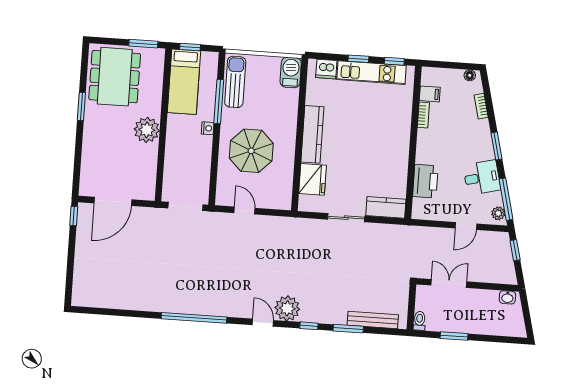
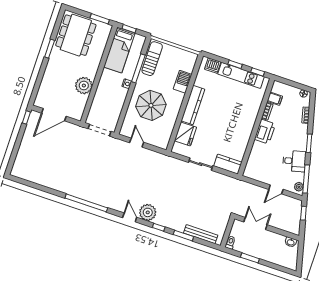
barbecue: (291, 72) -> (183, 82), moved
plant: (147, 130) -> (84, 86), moved
printer: (425, 181) -> (265, 132), moved

